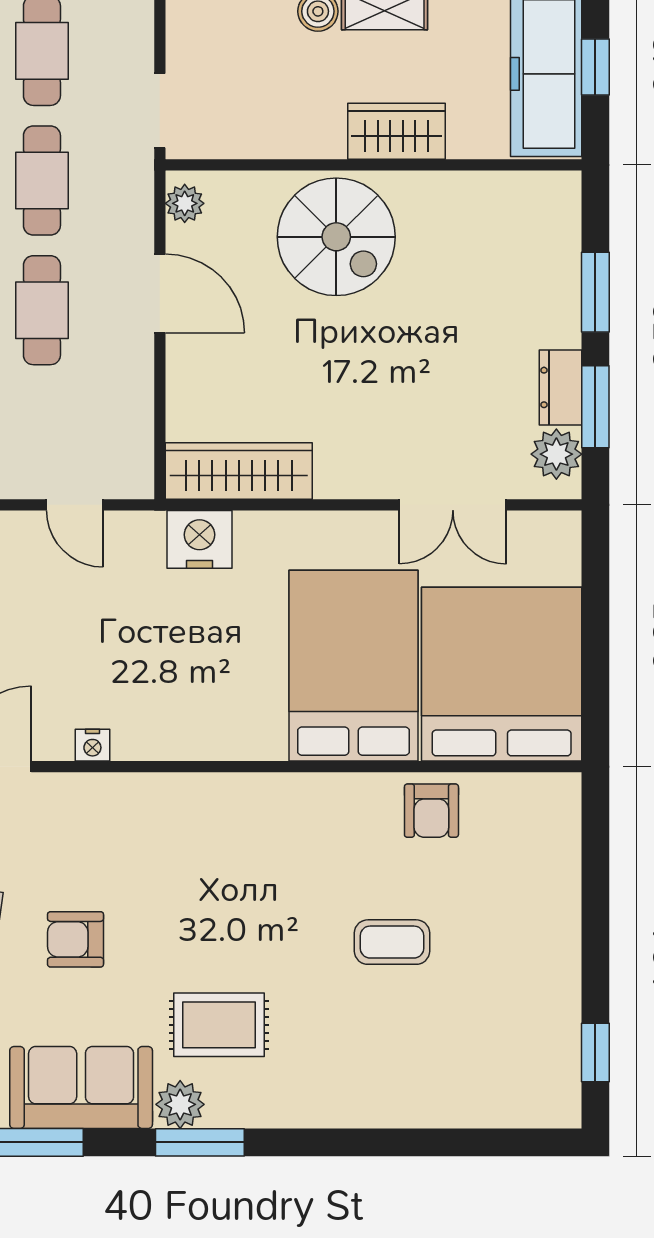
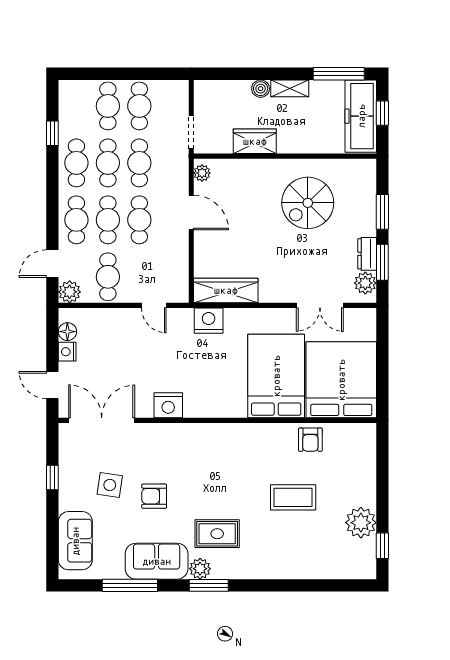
wardrobe: (396, 131) -> (255, 141), moved
spiral stairs: (336, 237) -> (308, 203), moved, turned 90
nightstand: (92, 745) -> (168, 405), width x1.89, depth x1.79
coffee table: (392, 942) -> (293, 497), width x1.36, depth x1.30
plant: (546, 999) -> (361, 523), added

